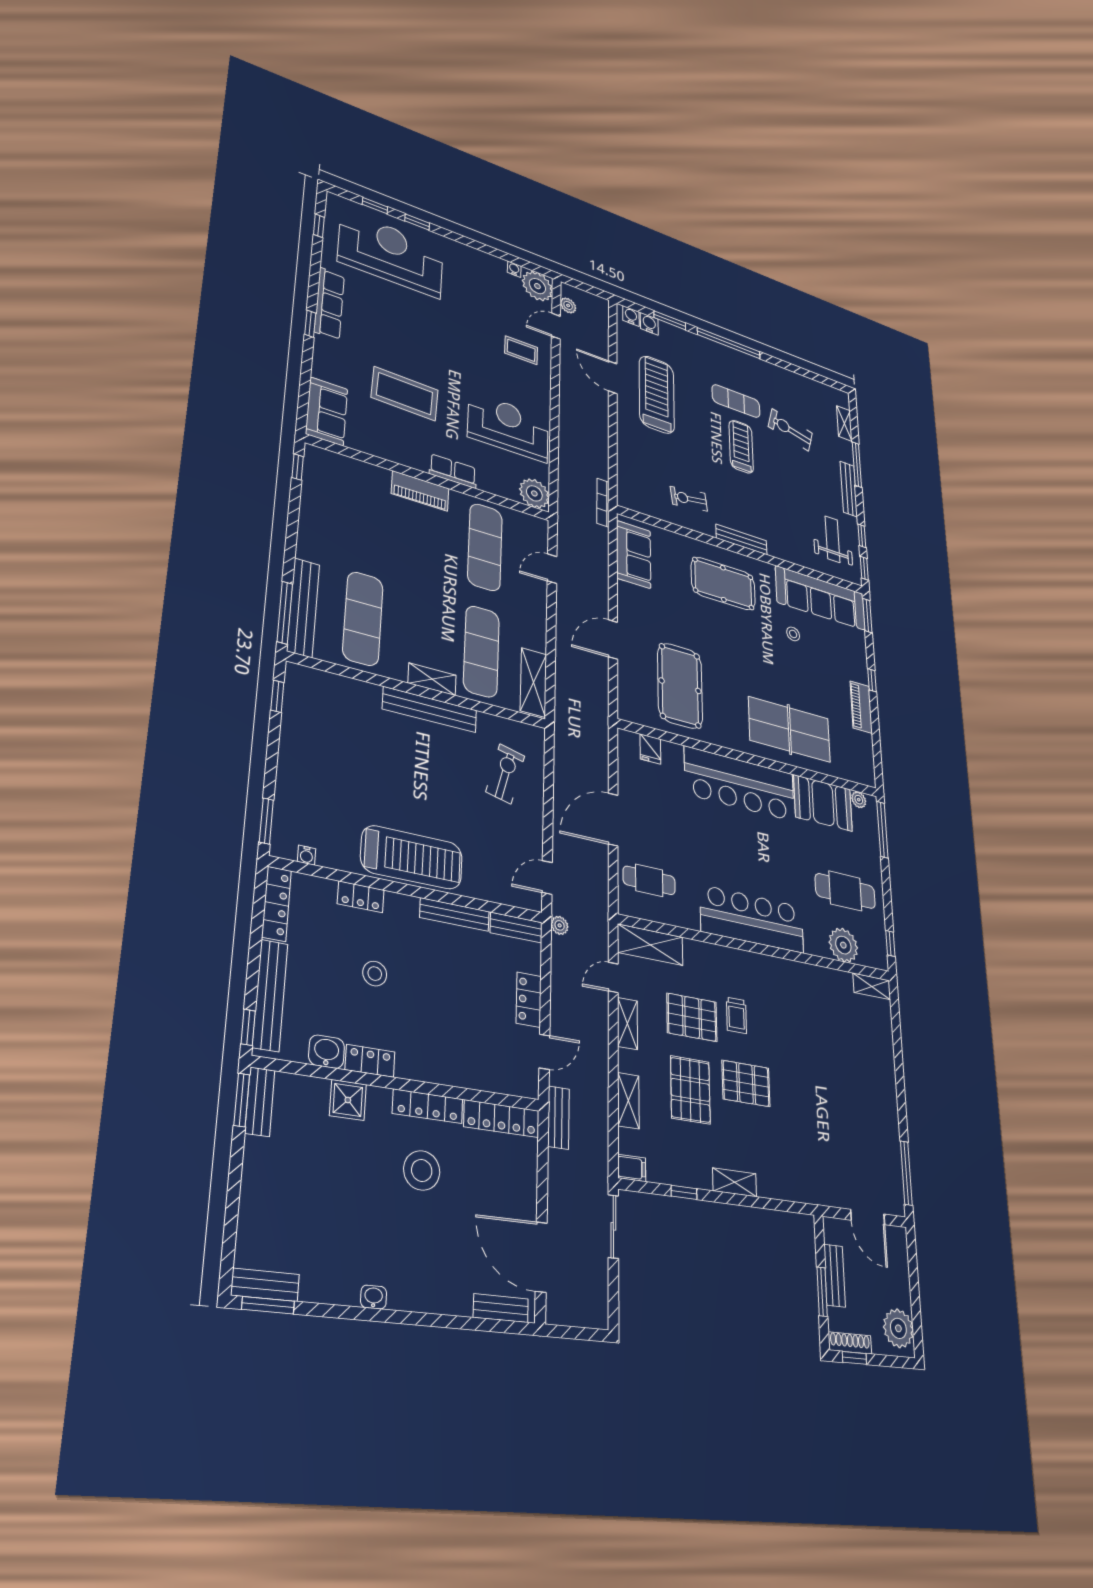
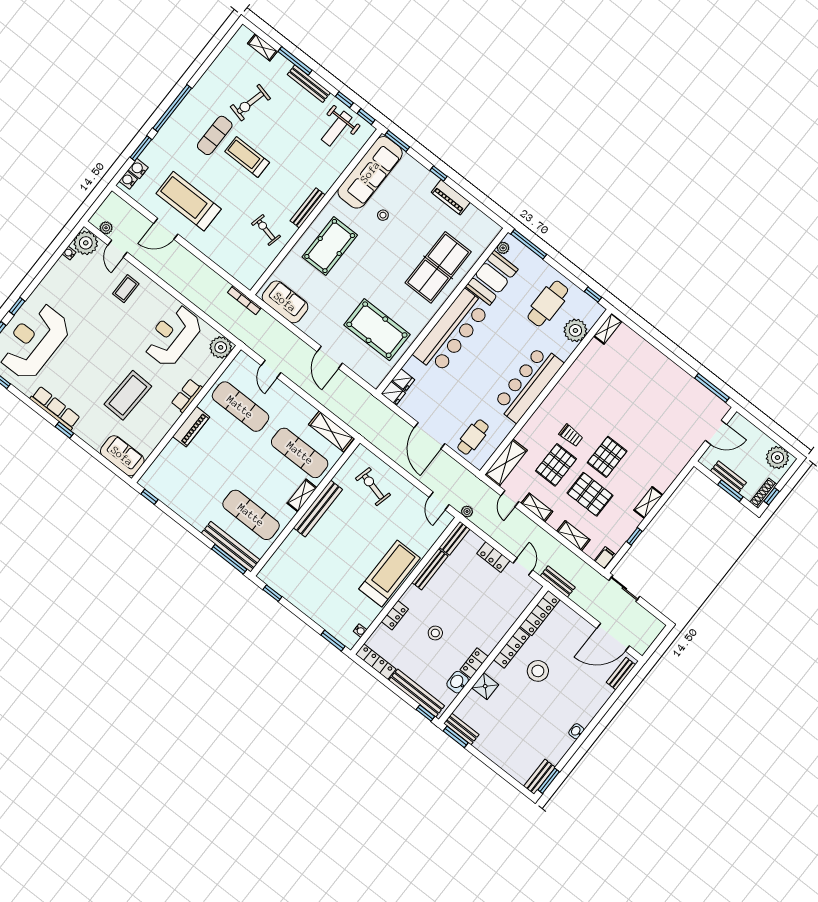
exercise bike: (689, 499) -> (266, 230), turned 111
weight bench: (832, 539) -> (337, 129), turned -90
fridge: (628, 744) -> (393, 393), added

